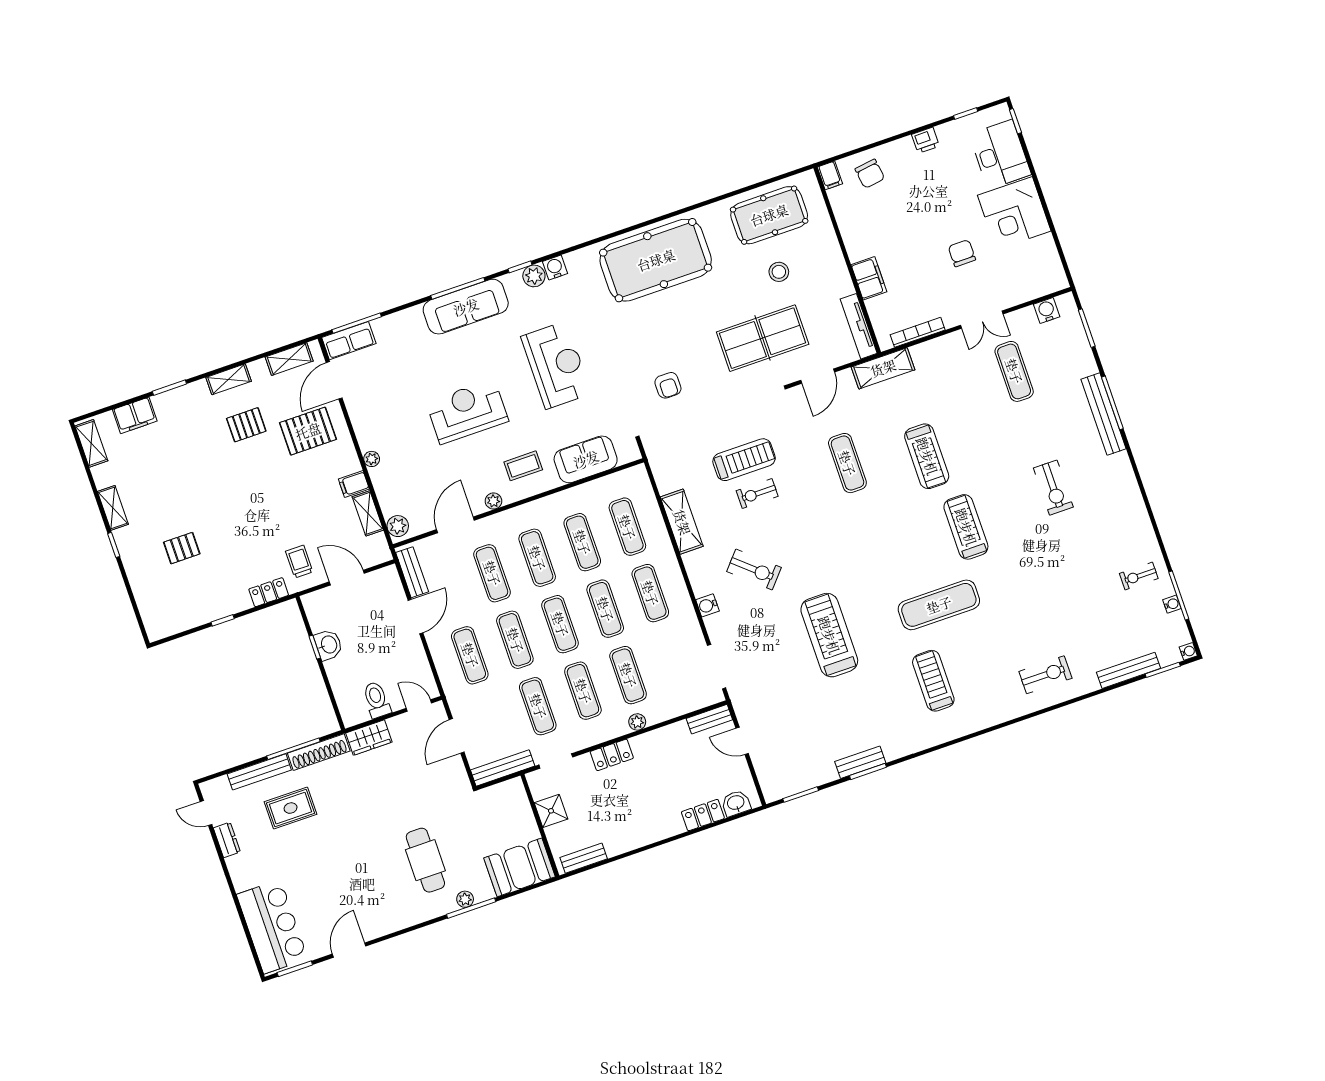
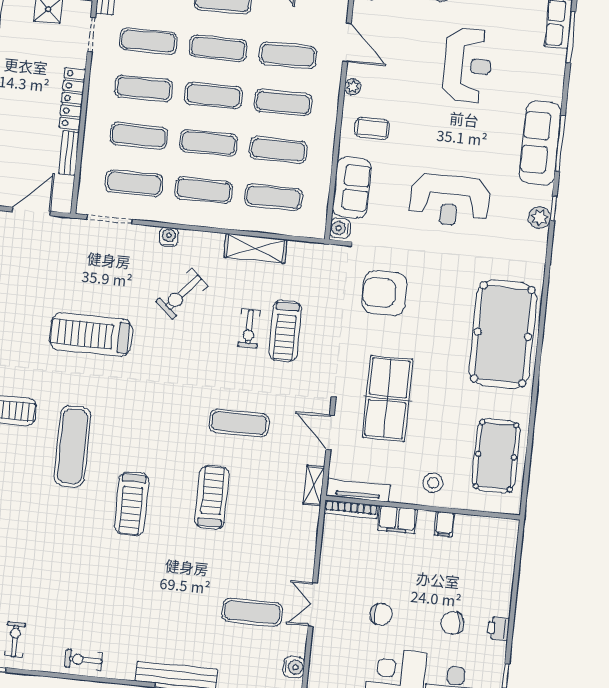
chair: (870, 174) -> (453, 623), moved
filing cabinet: (830, 175) -> (445, 524), moved, turned -90
water cooler: (555, 268) -> (340, 228), moved, turned 180
stool: (779, 272) -> (433, 483), moved
bookcase: (918, 332) -> (351, 509), moved, turned 90
shelving: (883, 368) -> (314, 485), width x0.67, depth x0.75
armchair: (668, 385) -> (384, 293), width x1.88, depth x1.88
reception desk: (467, 412) -> (468, 65), moved
treadmill: (927, 456) -> (212, 498), turned 90
coffee table: (523, 466) -> (372, 128), turned 90
exercise bike: (1053, 488) -> (84, 660), moved, width x0.73, depth x0.72
exercise bike: (757, 494) -> (249, 329), turned 180
treadmill: (966, 527) -> (132, 504), turned 90
treadmill: (829, 635) -> (91, 335), turned 180
exercise mat: (673, 660) -> (134, 183), added
bench: (709, 719) -> (69, 153), moved
plant: (637, 722) -> (93, 124), removed
door: (742, 741) -> (32, 211), width x1.38
locker: (612, 755) -> (72, 98), width x1.53

